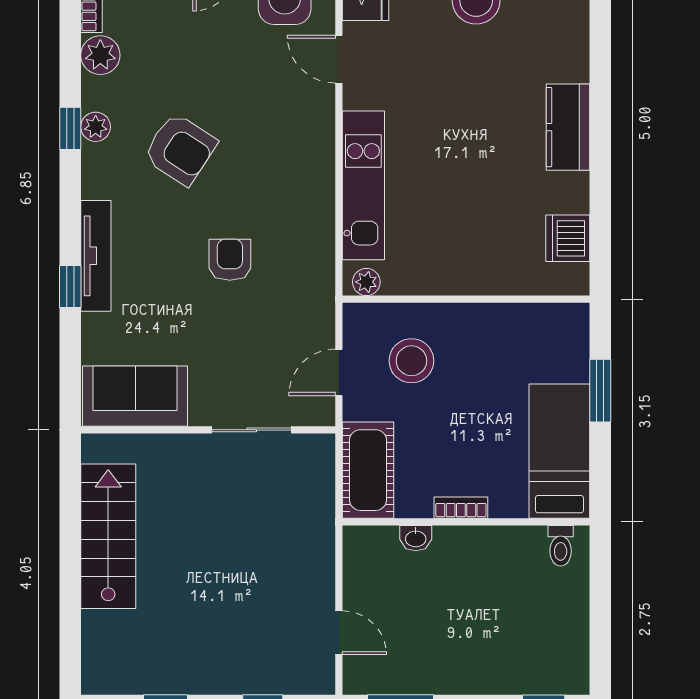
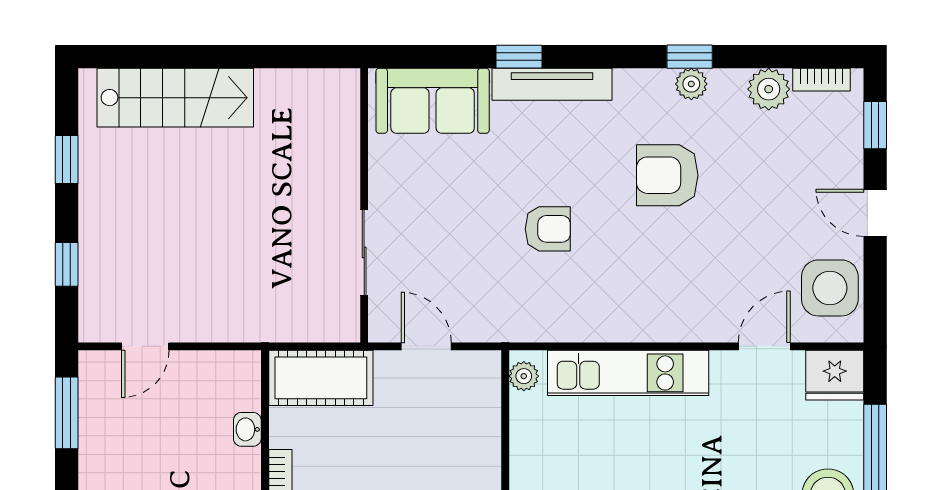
armchair: (180, 149) -> (667, 175), turned 57
stool: (411, 361) -> (439, 425), removed
sofa: (135, 396) -> (433, 101), moved, turned 90
stairs: (108, 536) -> (175, 98), moved

